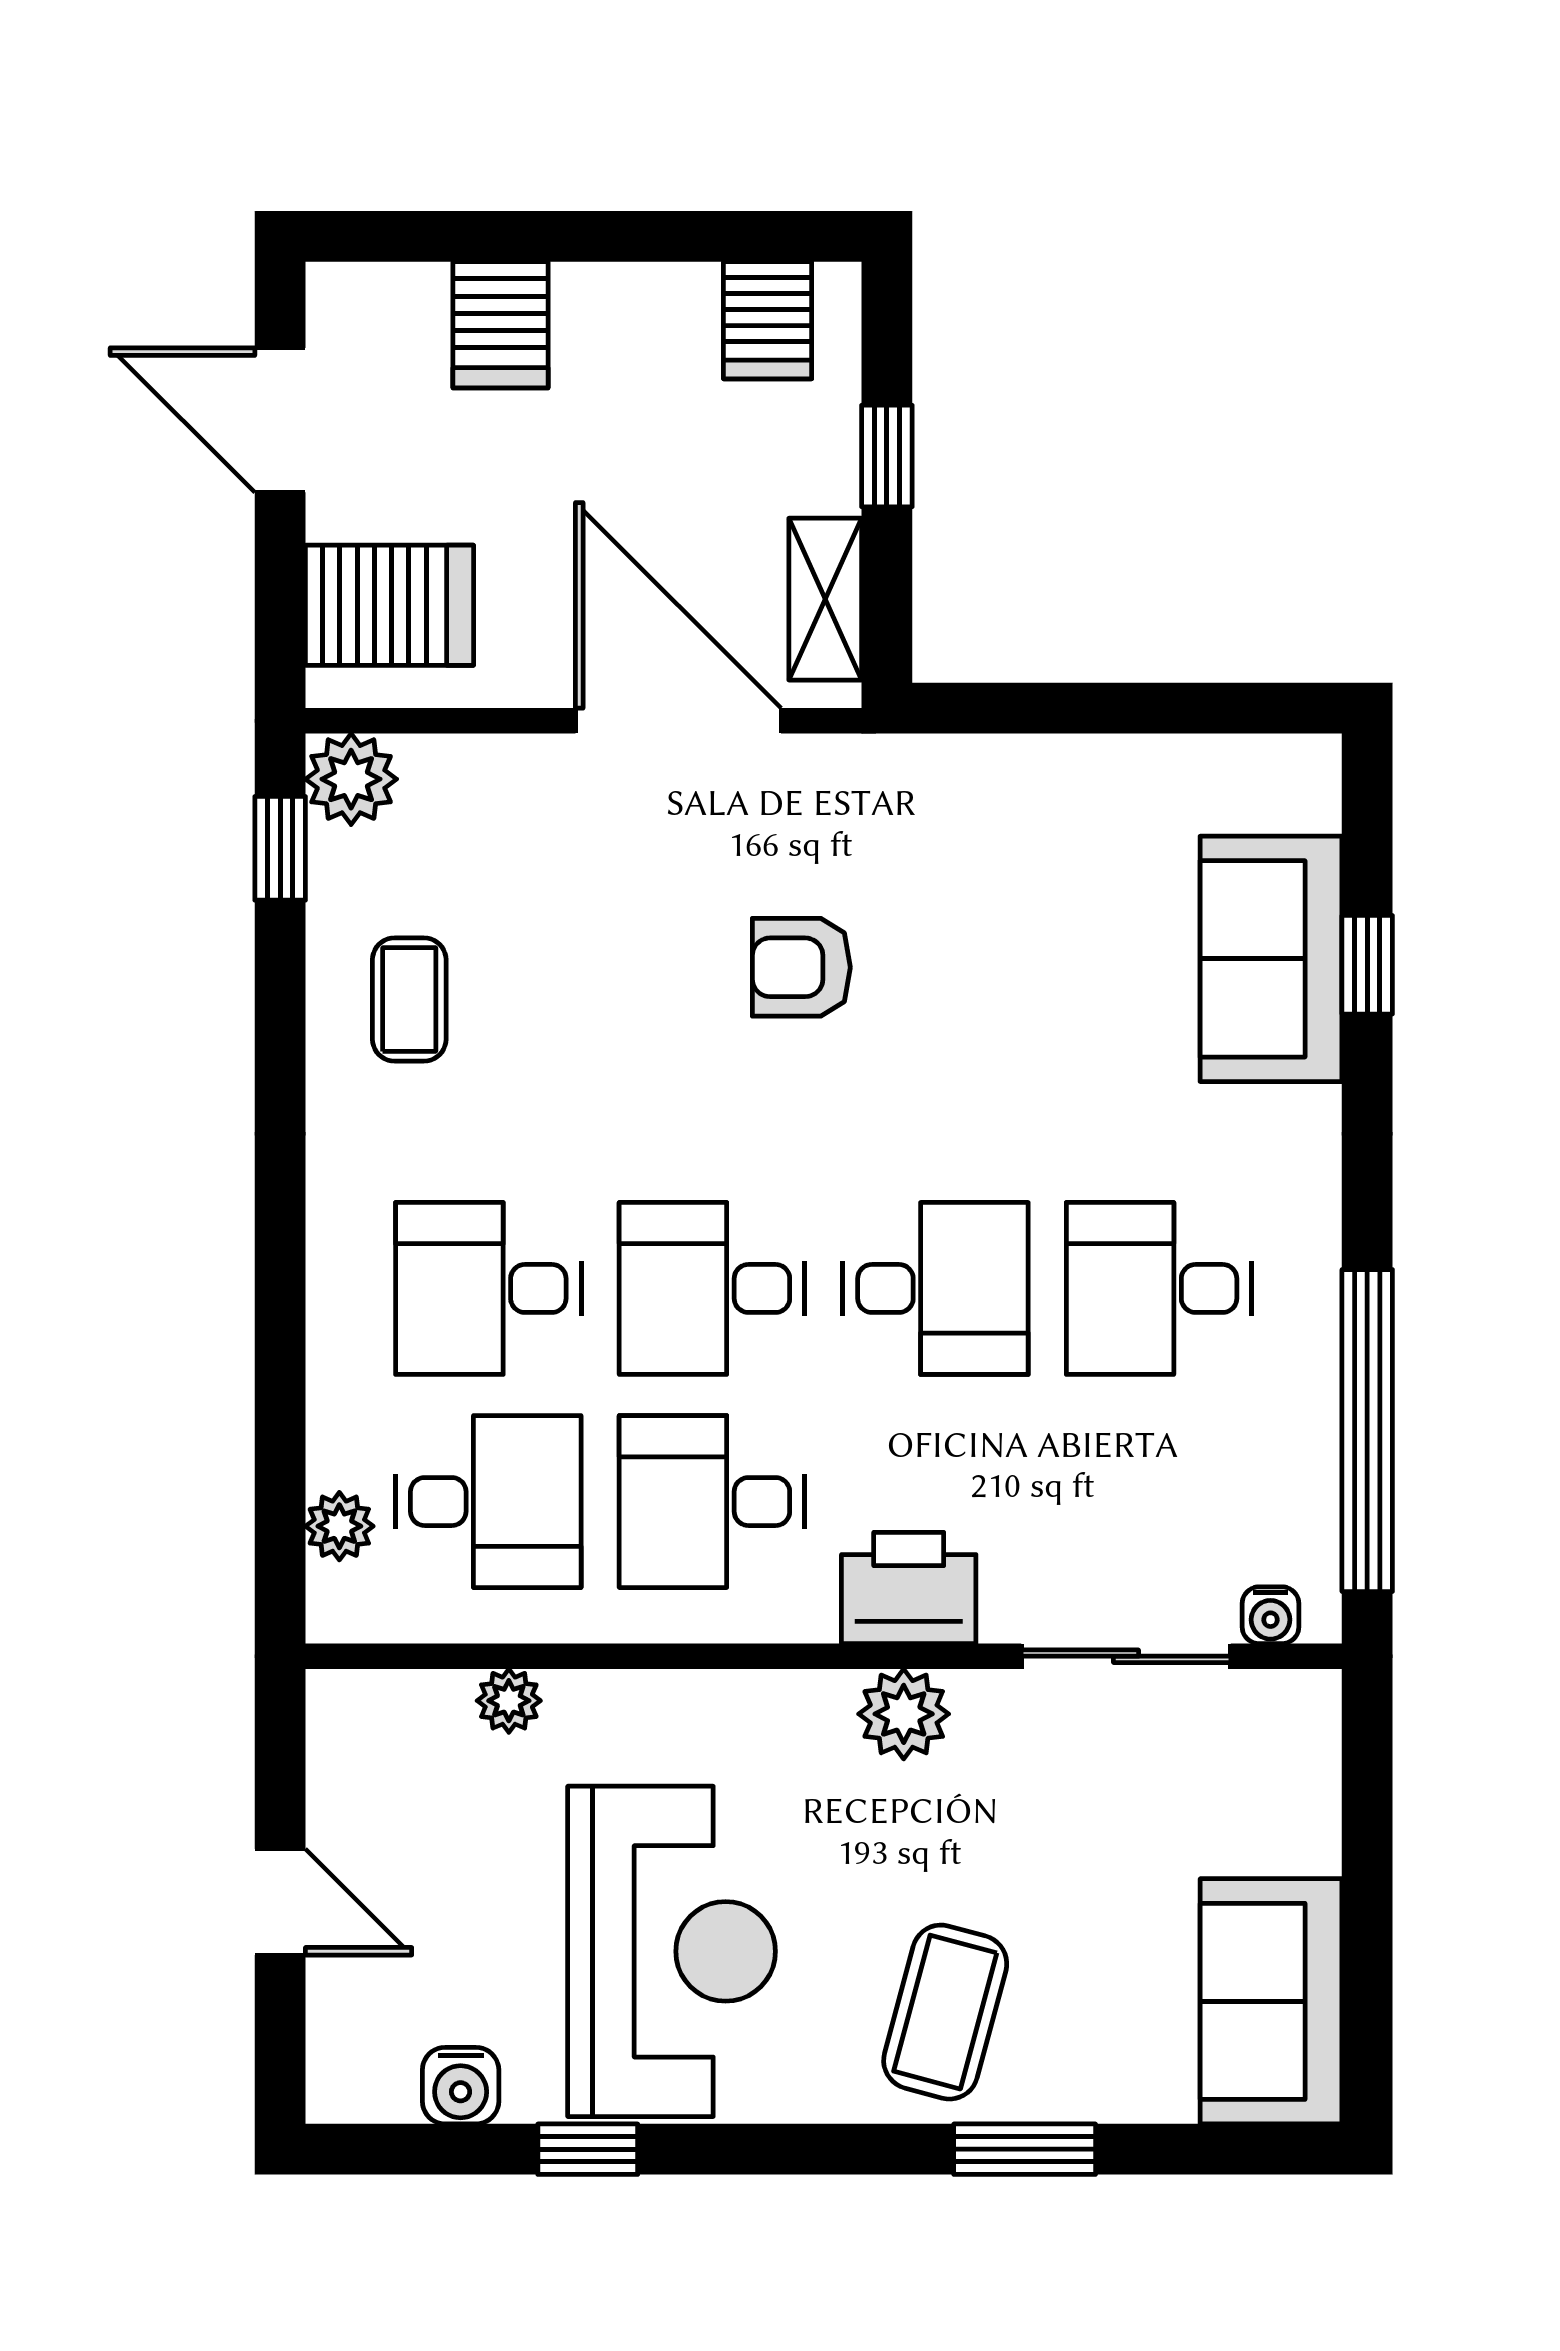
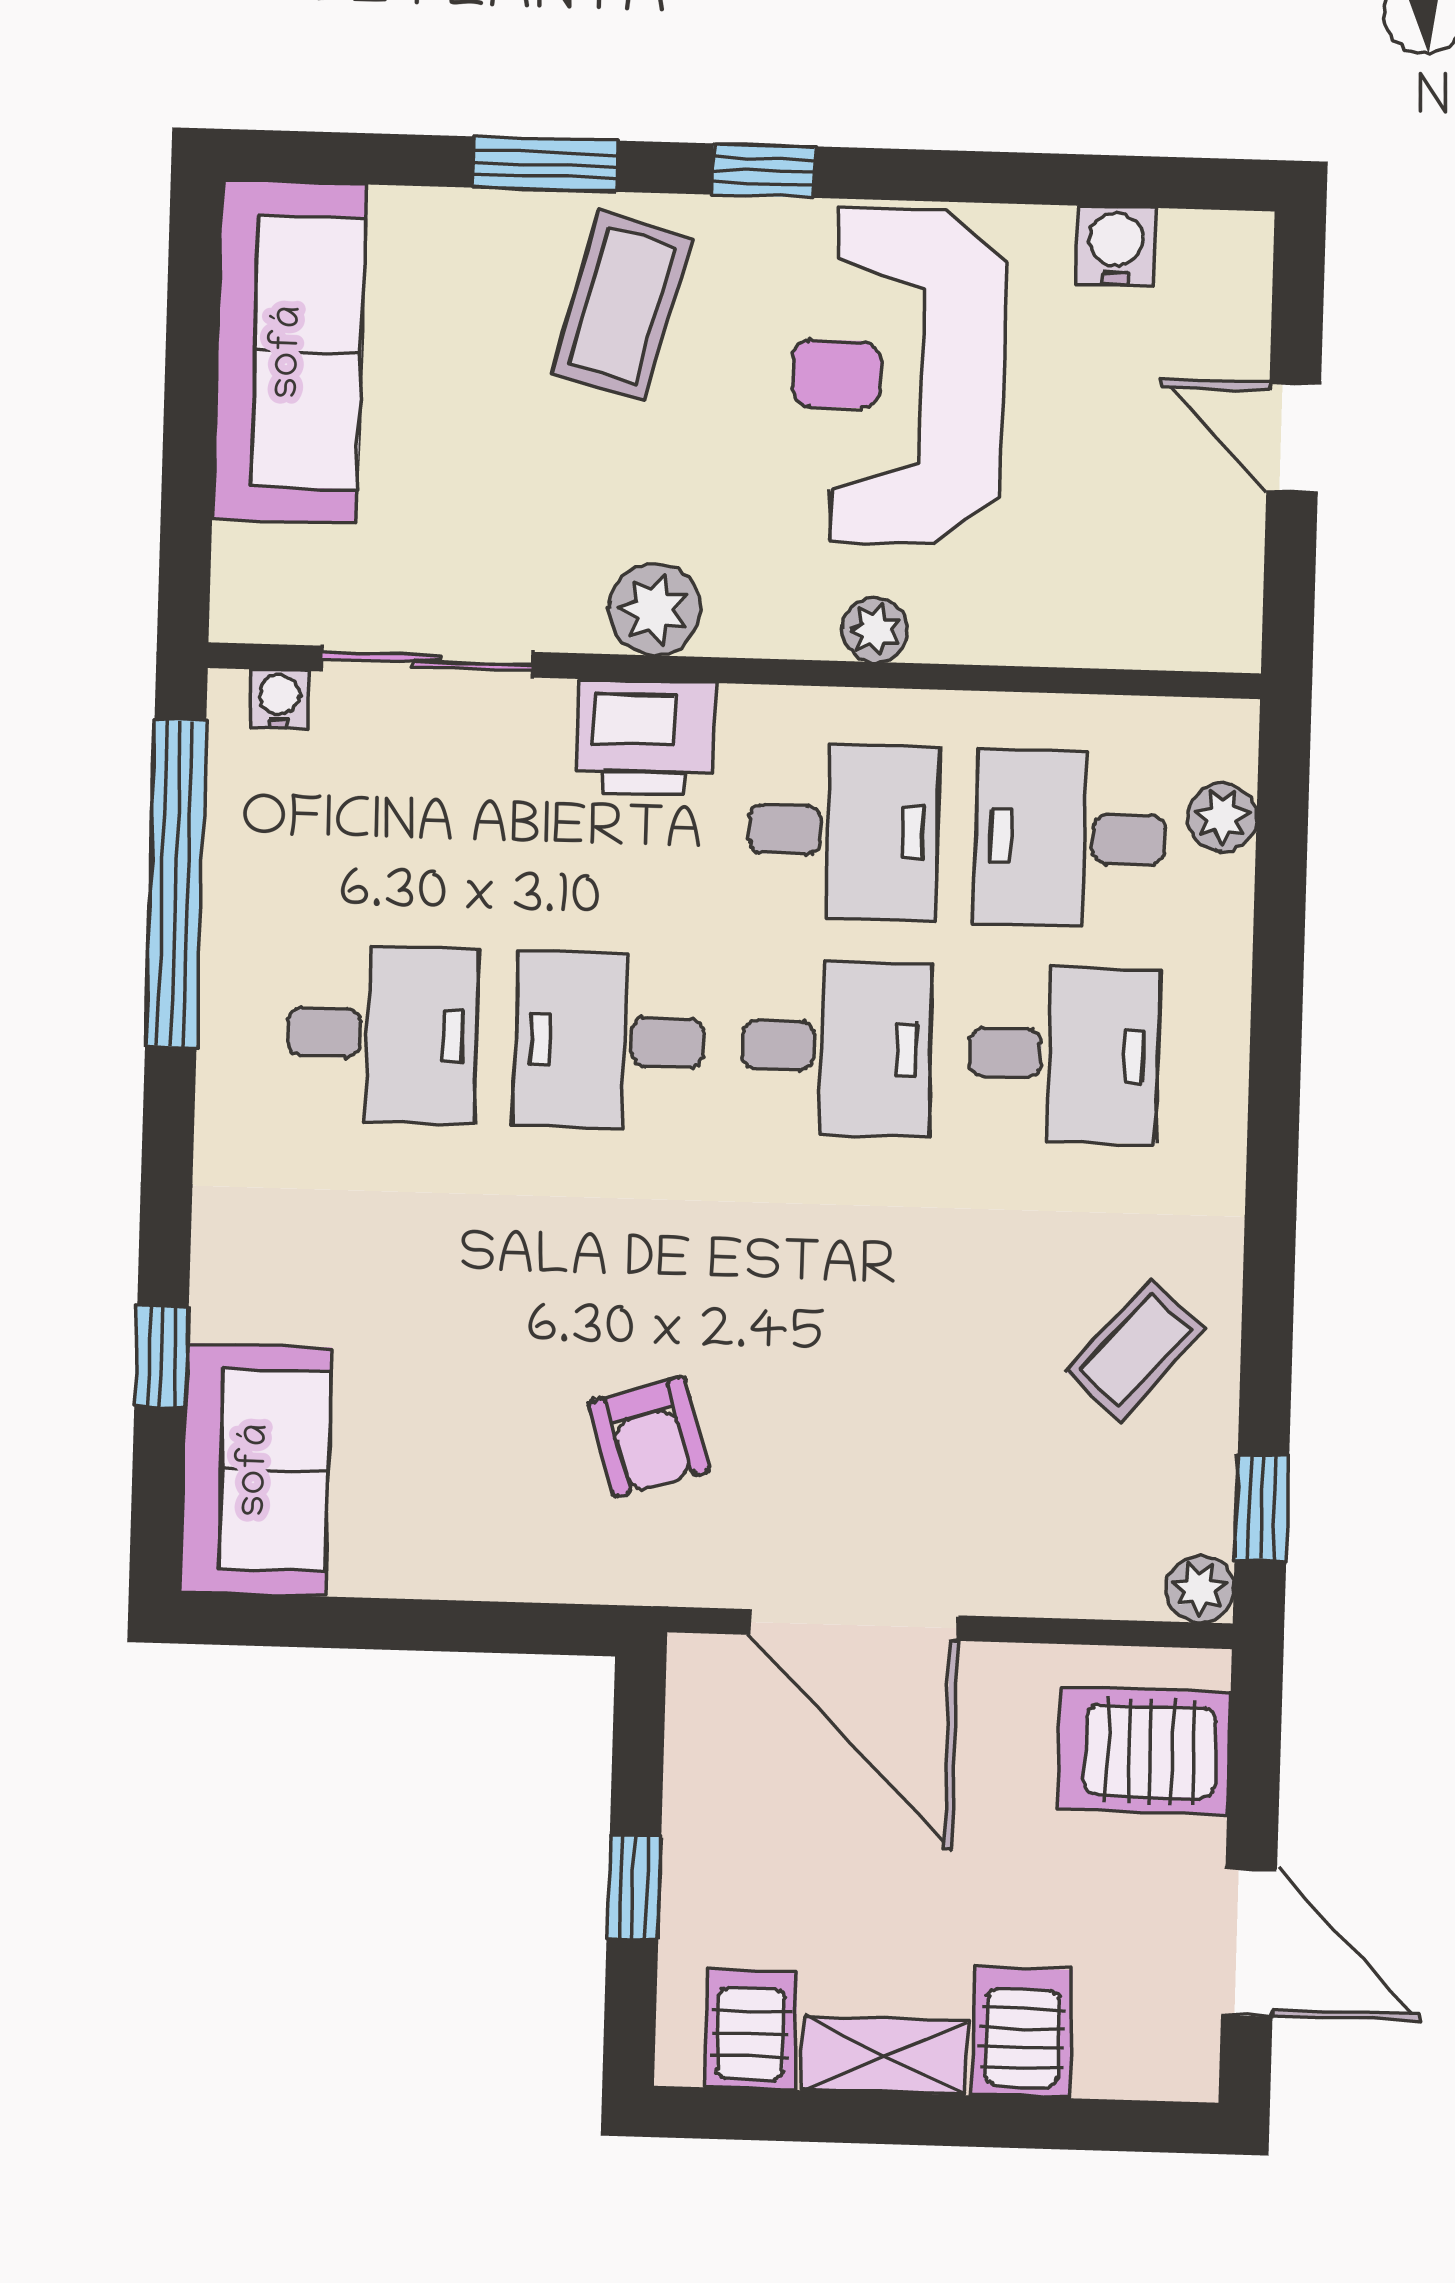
shelving: (825, 599) -> (884, 2056), moved, turned 90
plant: (351, 779) -> (1200, 1589), width x0.73, depth x0.73
sofa: (1271, 959) -> (256, 1470), moved
armchair: (801, 967) -> (649, 1436), moved, turned 73
coffee table: (409, 999) -> (1135, 1350), turned 41
plant: (509, 1701) -> (875, 630), moved
sofa: (1271, 2001) -> (289, 352), width x1.36
window: (588, 2149) -> (764, 171), moved

